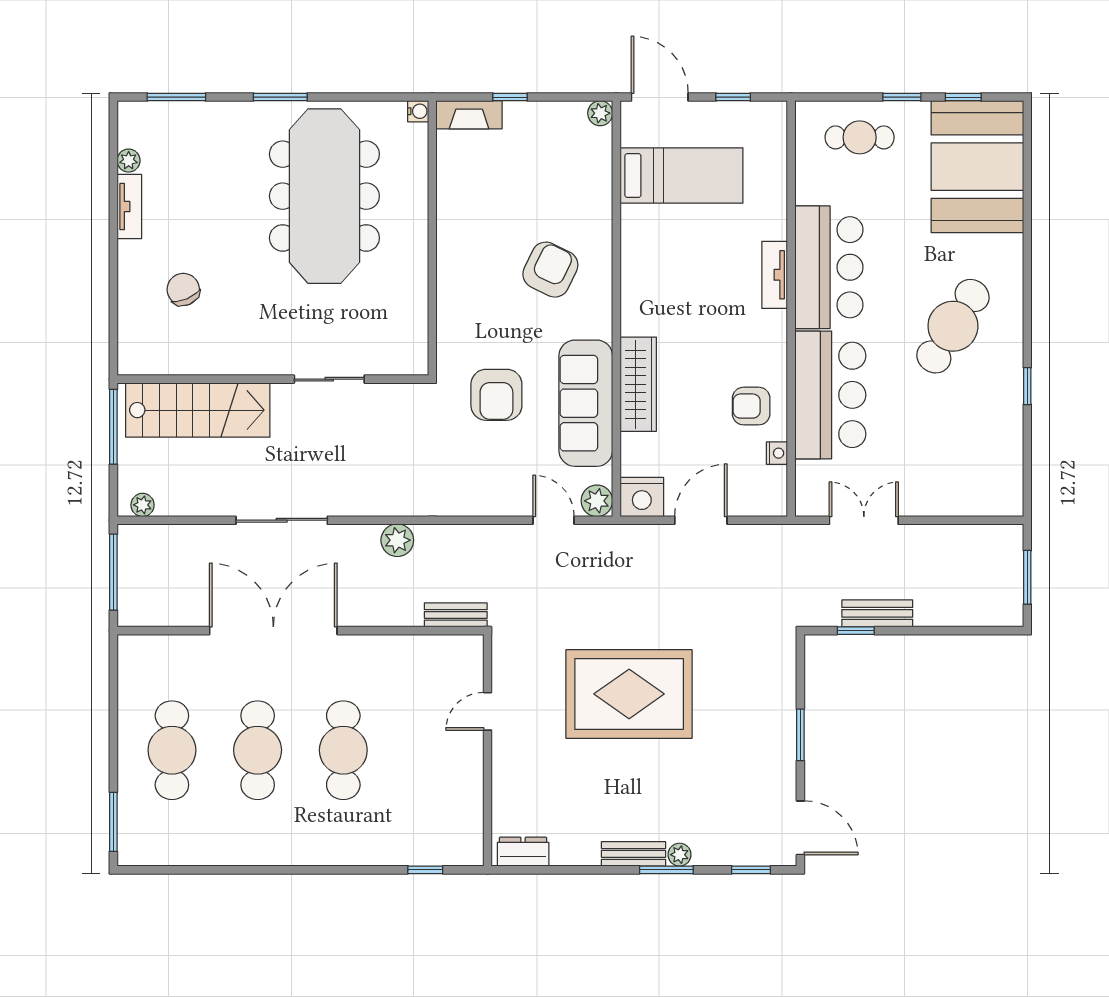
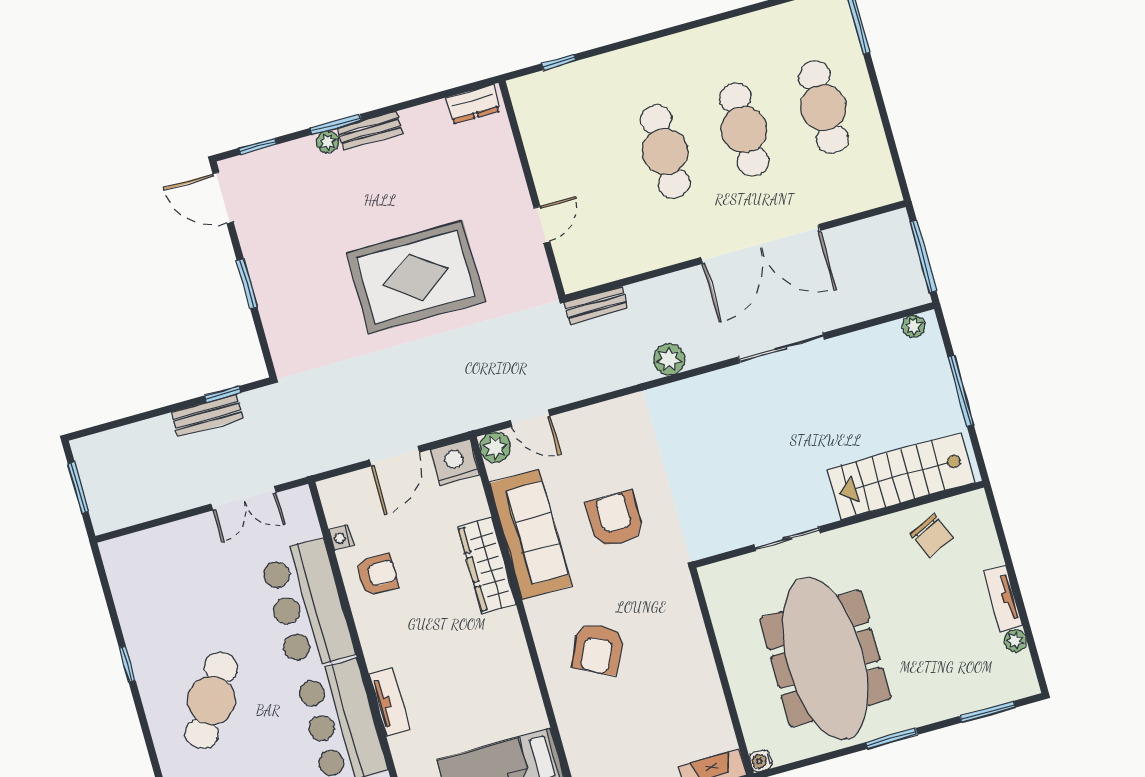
wall: (273, 379) -> (839, 524), moved
sliding door: (329, 379) -> (787, 539), moved
stairs: (198, 410) -> (901, 476), moved

